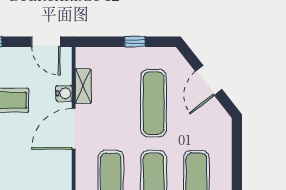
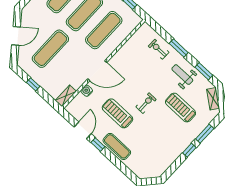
door: (46, 42) -> (83, 130), moved
shelving: (83, 86) -> (66, 96), moved

